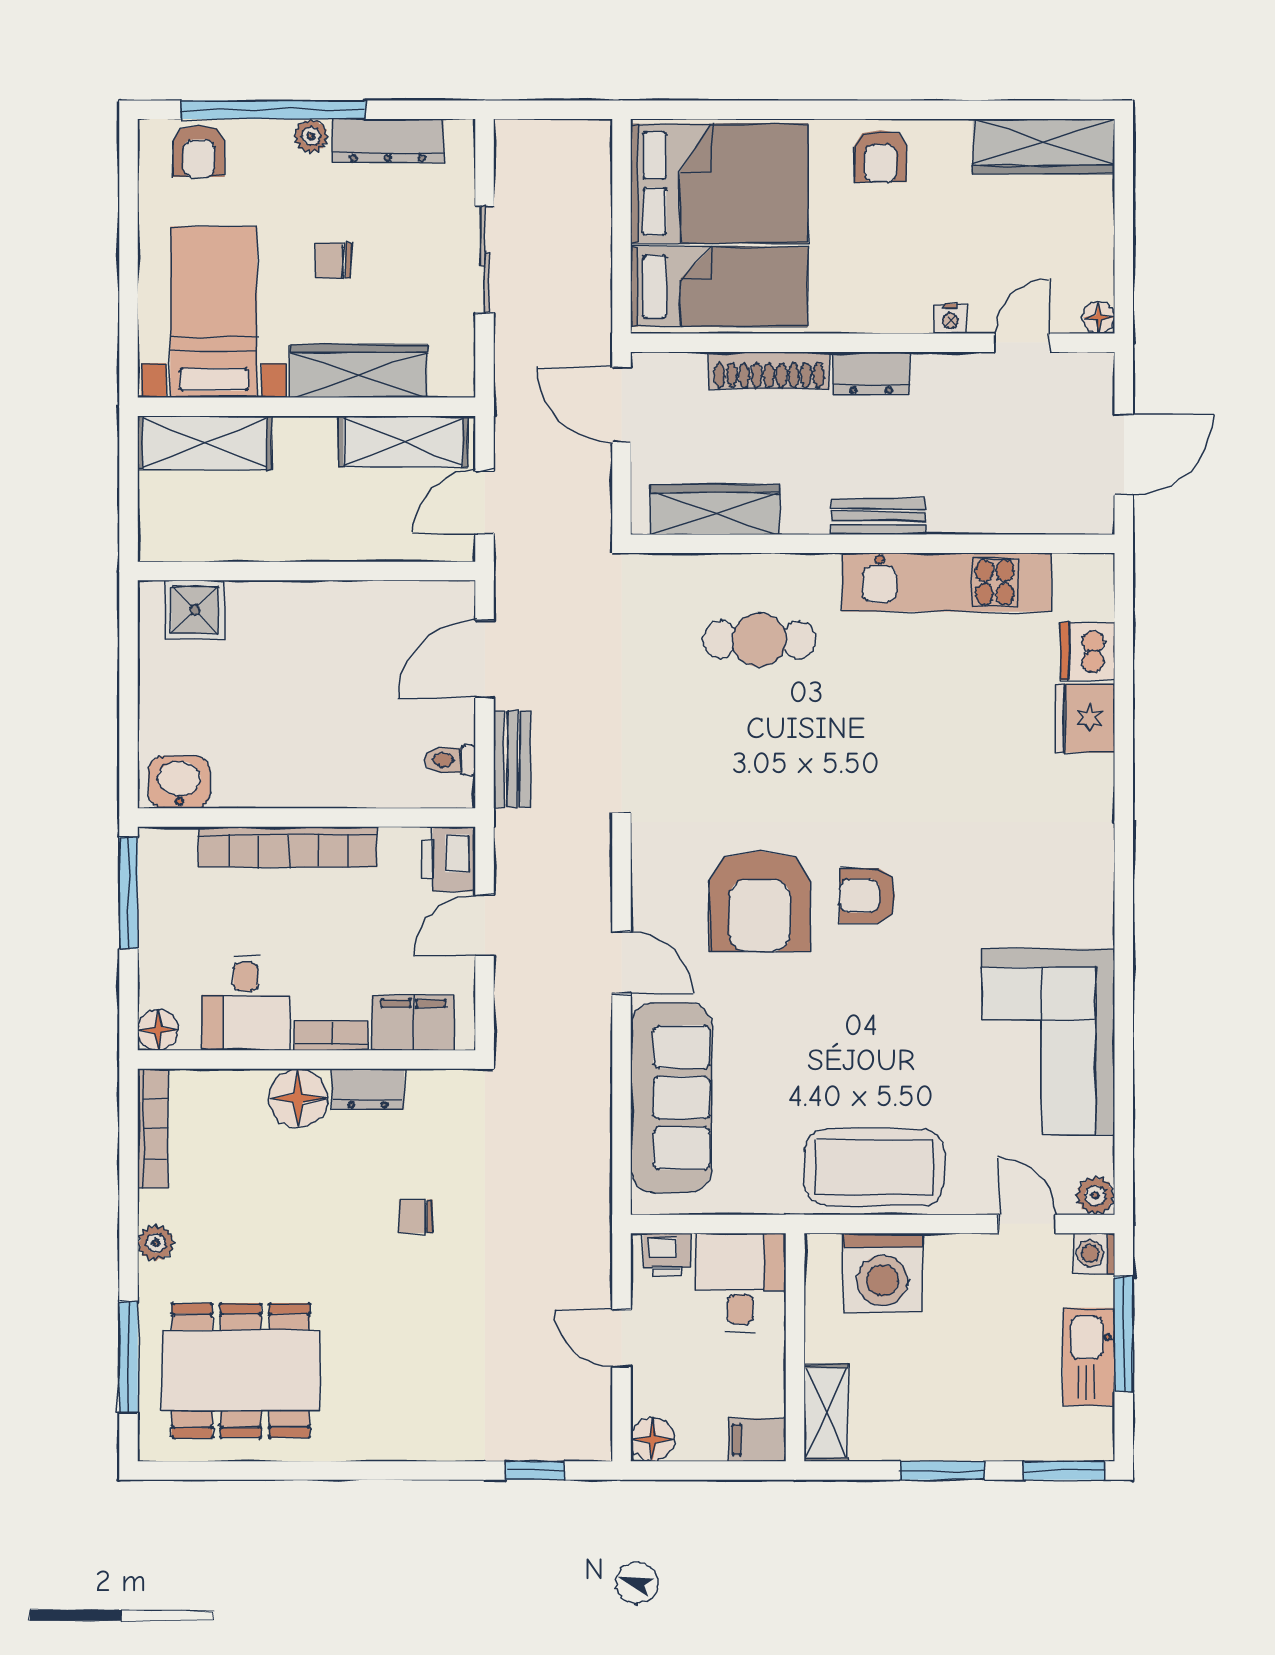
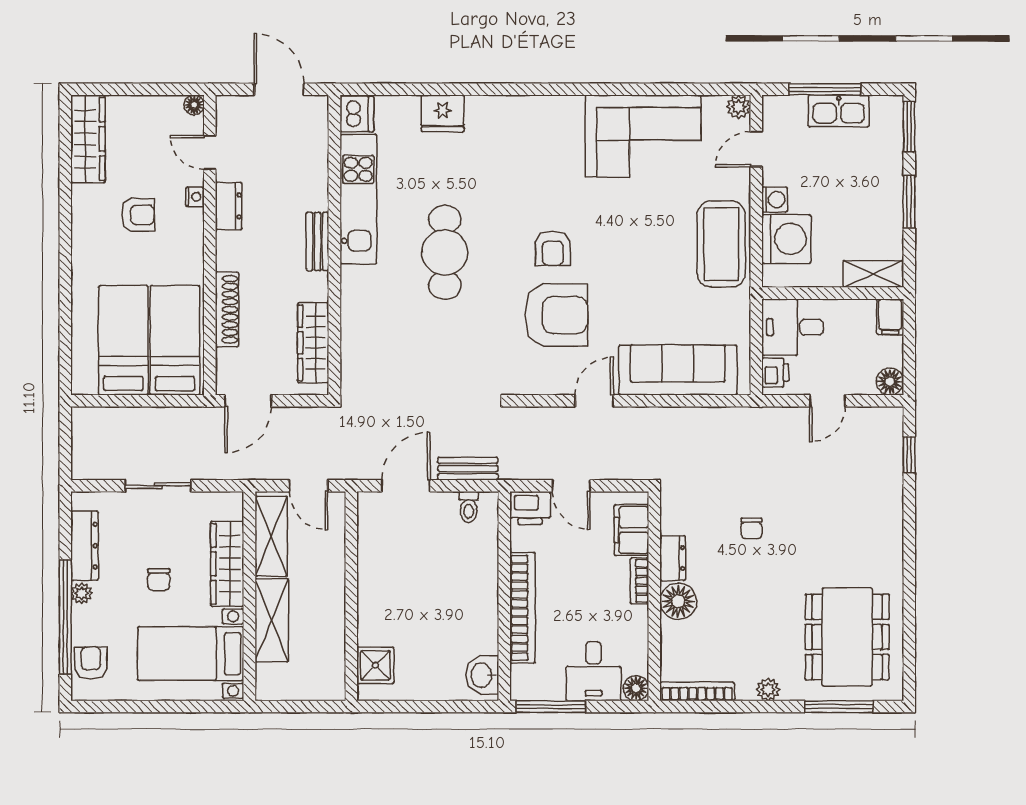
armchair: (199, 151) -> (91, 663), turned -90
armchair: (881, 156) -> (138, 215), moved
bed: (719, 183) -> (123, 340), width x0.67
dresser: (871, 373) -> (229, 206), moved
shelving: (205, 443) -> (272, 620), moved
cafe table: (759, 640) -> (445, 252), moved, width x1.37, depth x1.35
dishwasher: (1088, 651) -> (357, 114), moved, turned -90
door: (485, 659) -> (406, 486), swing flipped
desk: (246, 1003) -> (593, 671), moved, turned 90
washing machine: (1094, 1254) -> (775, 199), moved, turned -90

